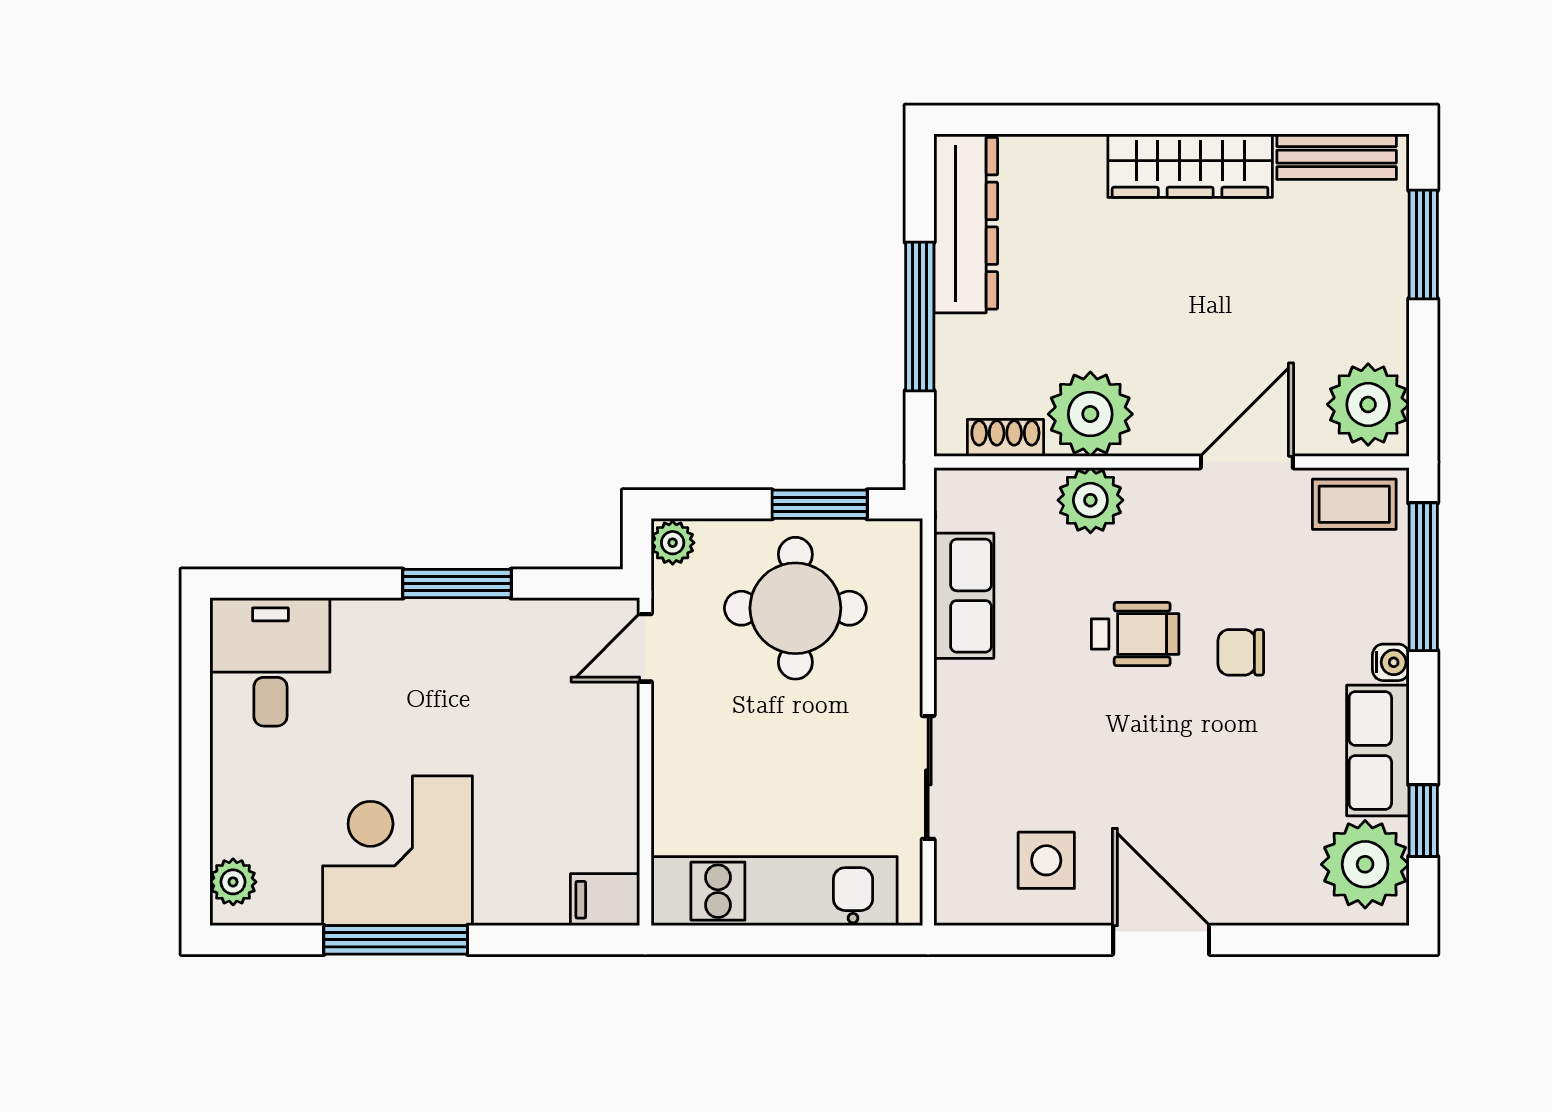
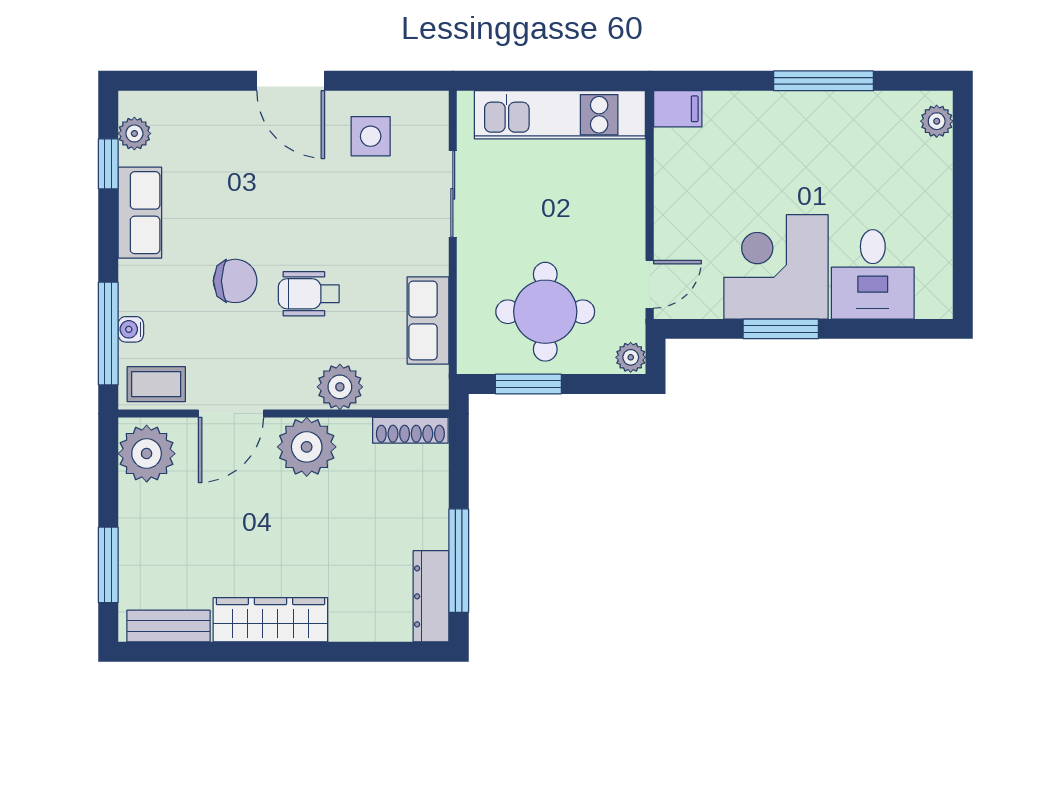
dresser: (966, 223) -> (431, 596), width x0.73, depth x0.80
window: (920, 317) -> (459, 561), moved
plant: (1090, 414) -> (307, 447), moved
shoe rack: (1005, 438) -> (410, 430), width x1.43
chair: (1241, 652) -> (235, 281), width x1.37, depth x1.37
desk: (270, 662) -> (873, 274), moved
water cooler: (1391, 662) -> (131, 329), moved
corner desk: (398, 851) -> (776, 267), moved, turned 180
plant: (1365, 864) -> (134, 133), width x0.53, depth x0.53

